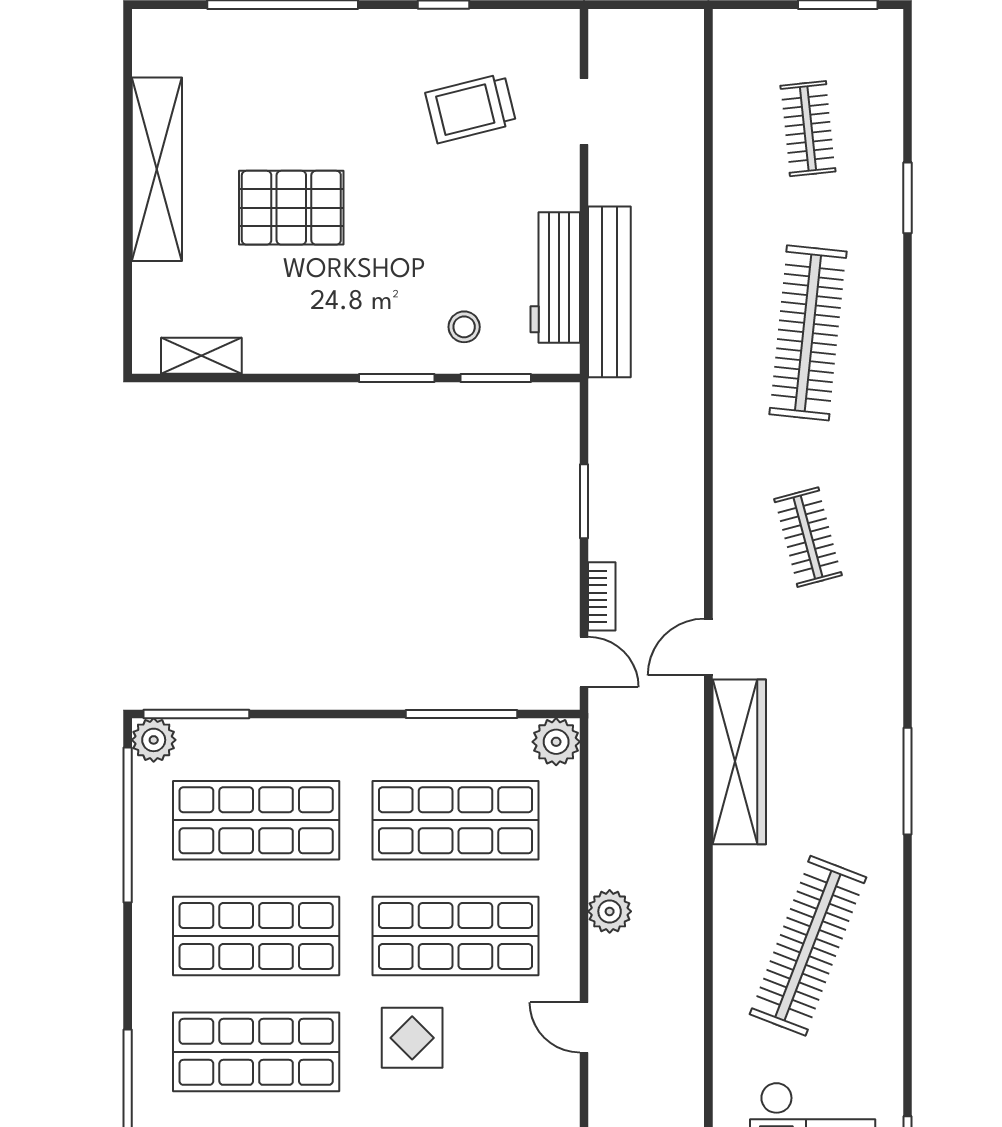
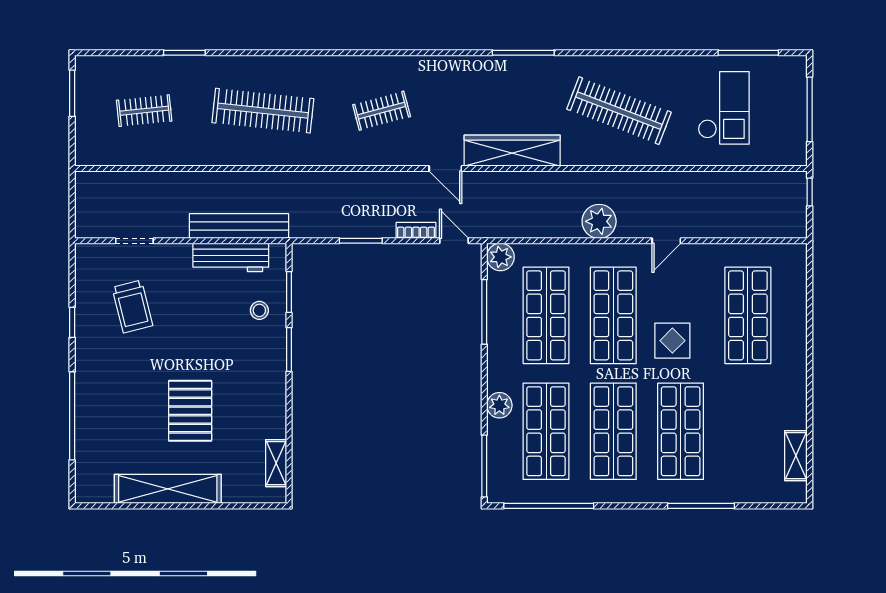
door: (584, 662) -> (454, 241), hinge flipped
plant: (154, 740) -> (499, 405), moved
plant: (610, 911) -> (599, 221), width x1.36, depth x1.36

